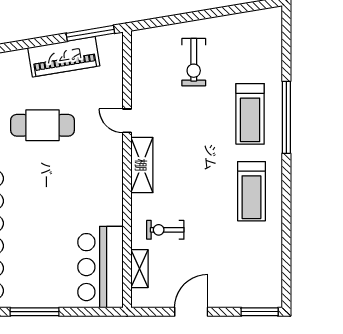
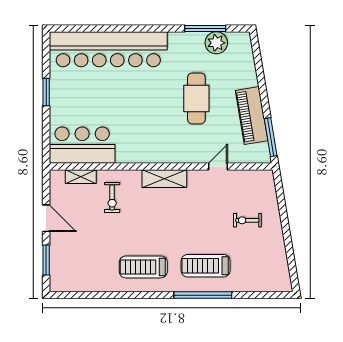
exercise bike: (194, 62) -> (247, 220), width x0.73, depth x0.72
door: (127, 121) -> (218, 167), moved
exercise bike: (165, 230) -> (112, 197), turned 180
window: (35, 312) -> (46, 92), width x0.69
window: (260, 312) -> (46, 260), moved

